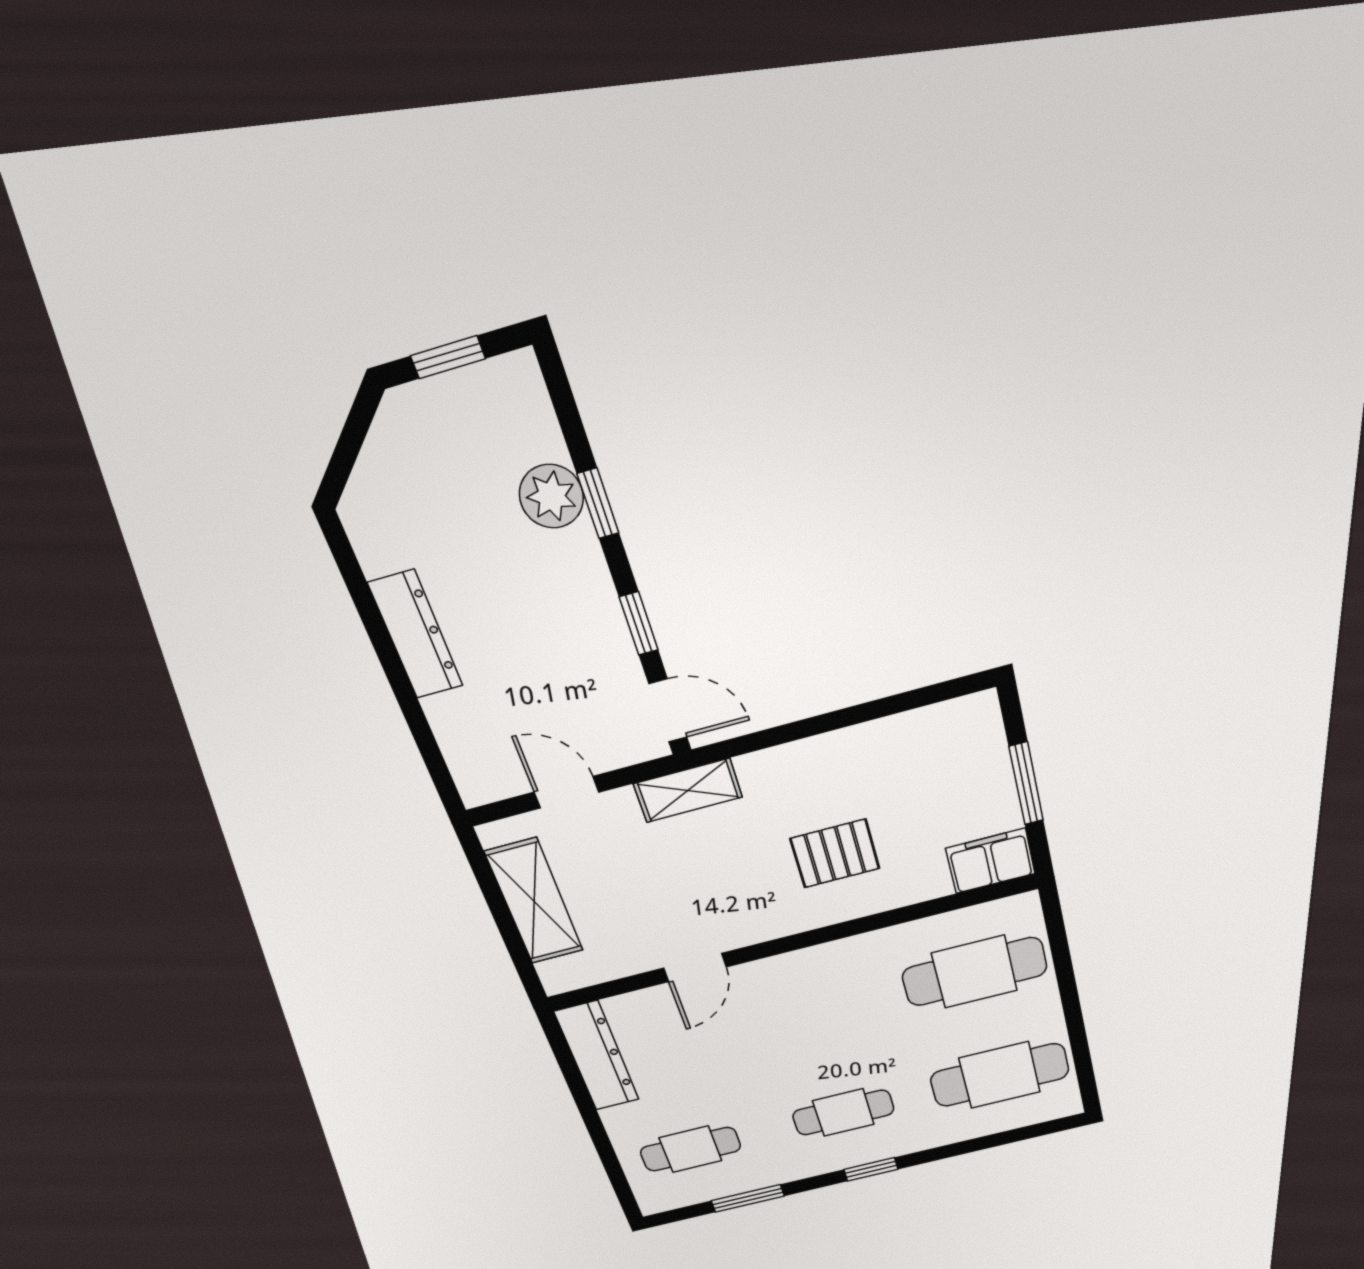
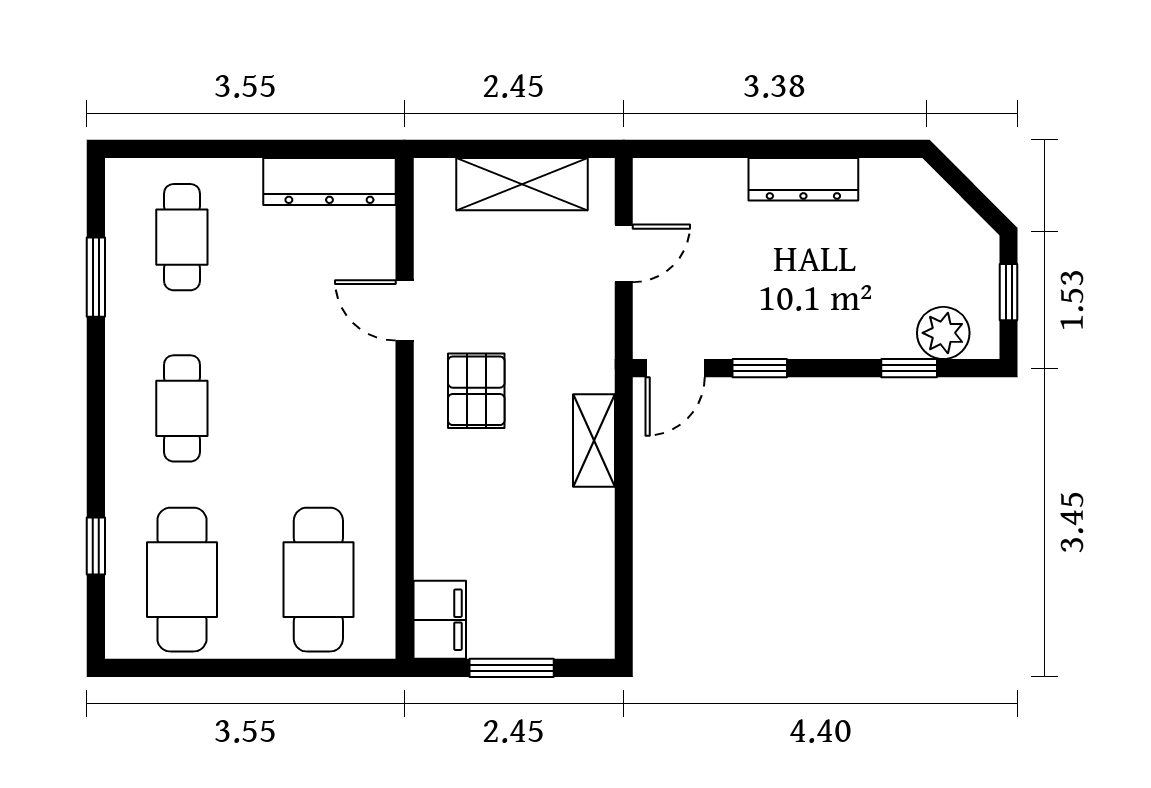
plant: (551, 496) -> (943, 333), moved
window: (598, 503) -> (909, 368), moved
shelving: (688, 790) -> (594, 441), moved
pallet: (835, 854) -> (476, 391), moved
window: (871, 1169) -> (96, 546), moved

